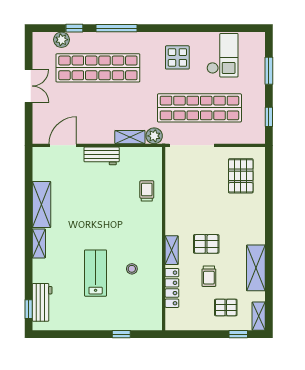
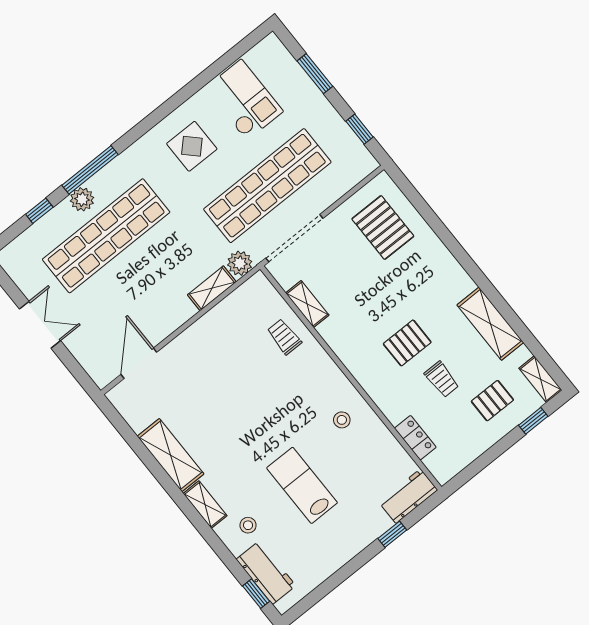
plant: (62, 40) -> (82, 199), moved
workbench: (102, 156) -> (408, 496), moved, turned 180
shelving: (172, 250) -> (307, 304), moved
stool: (132, 269) -> (342, 420), moved
stool: (52, 271) -> (248, 525), added
locker: (172, 288) -> (415, 438), width x0.66

